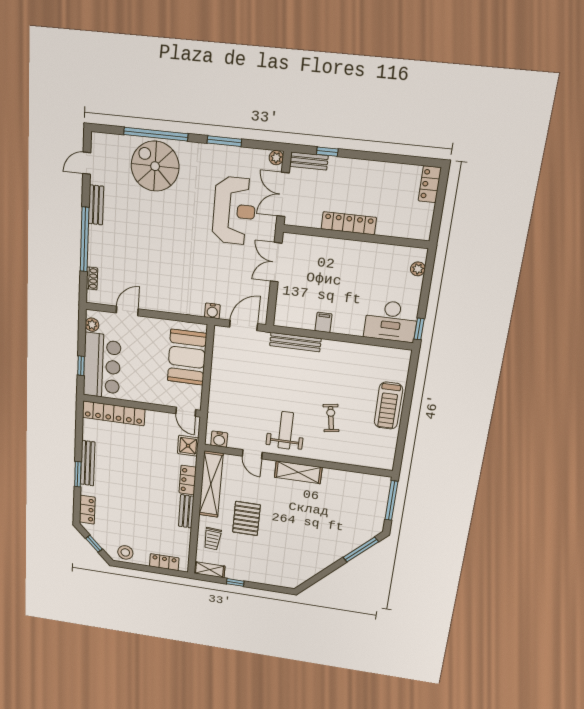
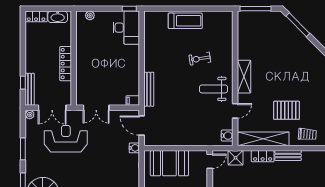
bench: (309, 161) -> (30, 89), width x1.36
washbasin: (424, 219) -> (58, 17), added
filing cabinet: (324, 322) -> (133, 101), moved

